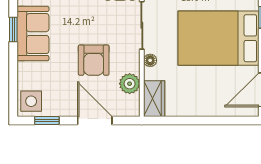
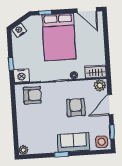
sofa: (33, 34) -> (74, 142), moved
armchair: (94, 60) -> (76, 107), turned -90
plant: (130, 84) -> (100, 85), moved

